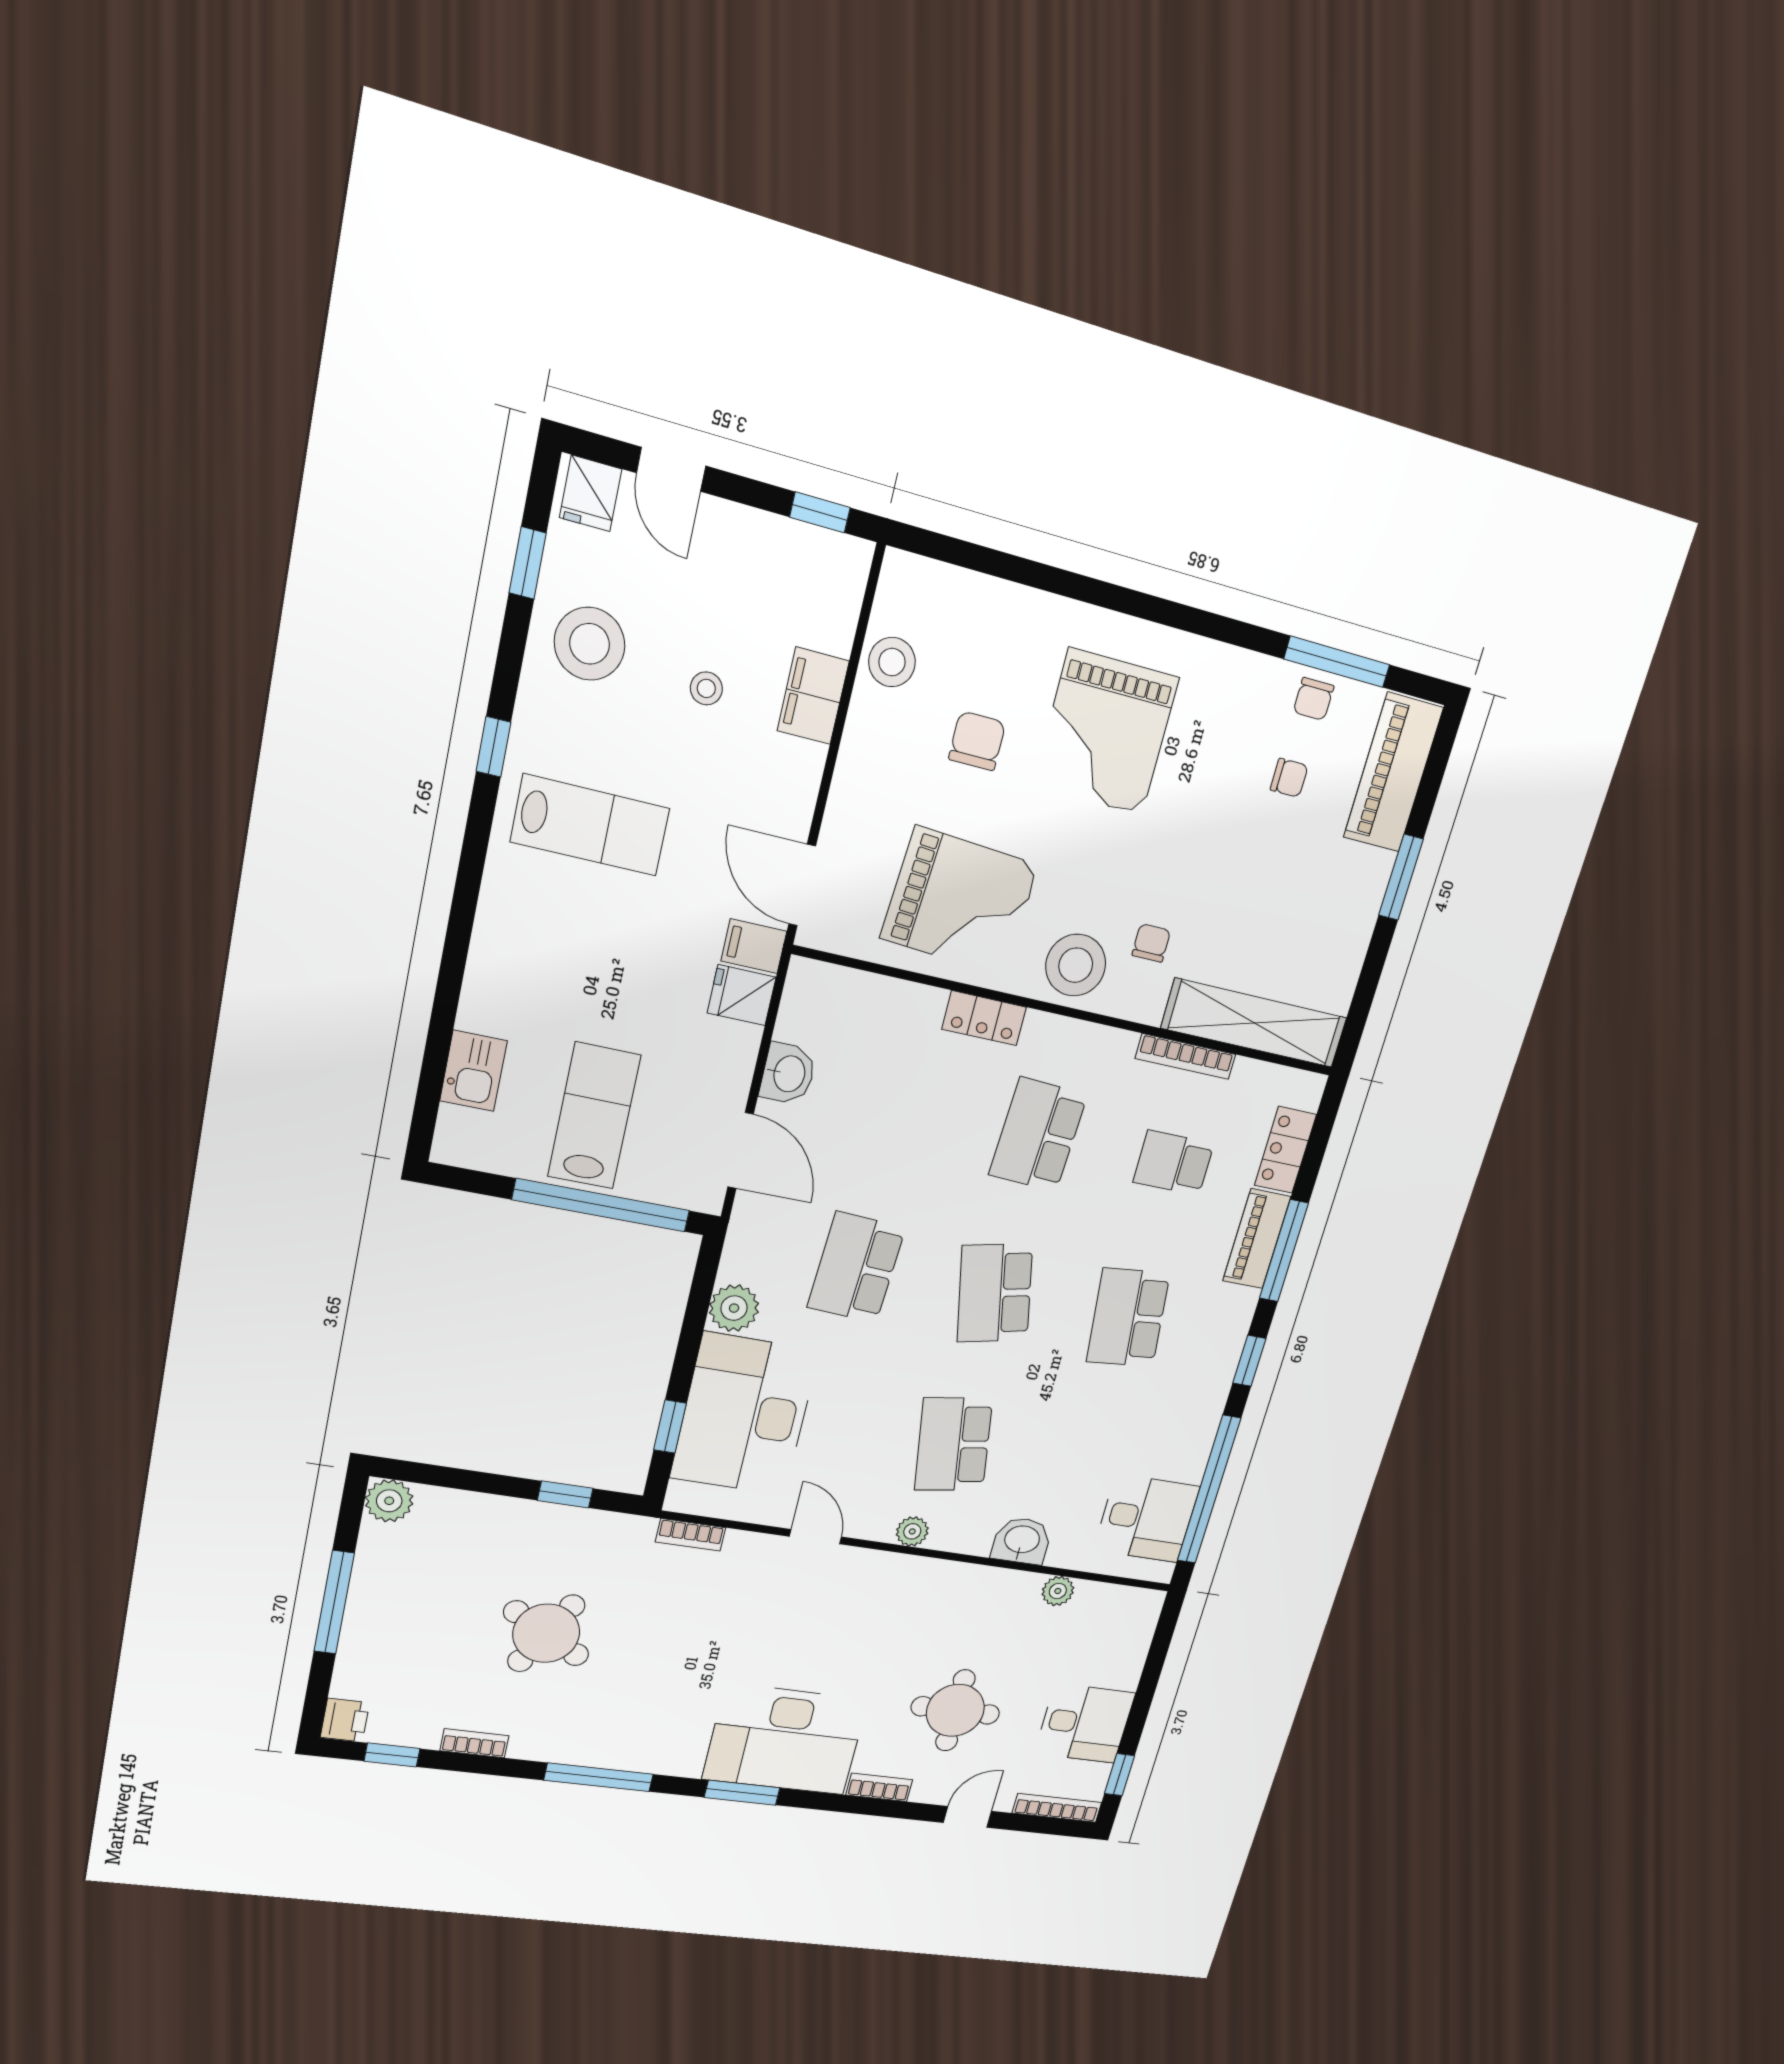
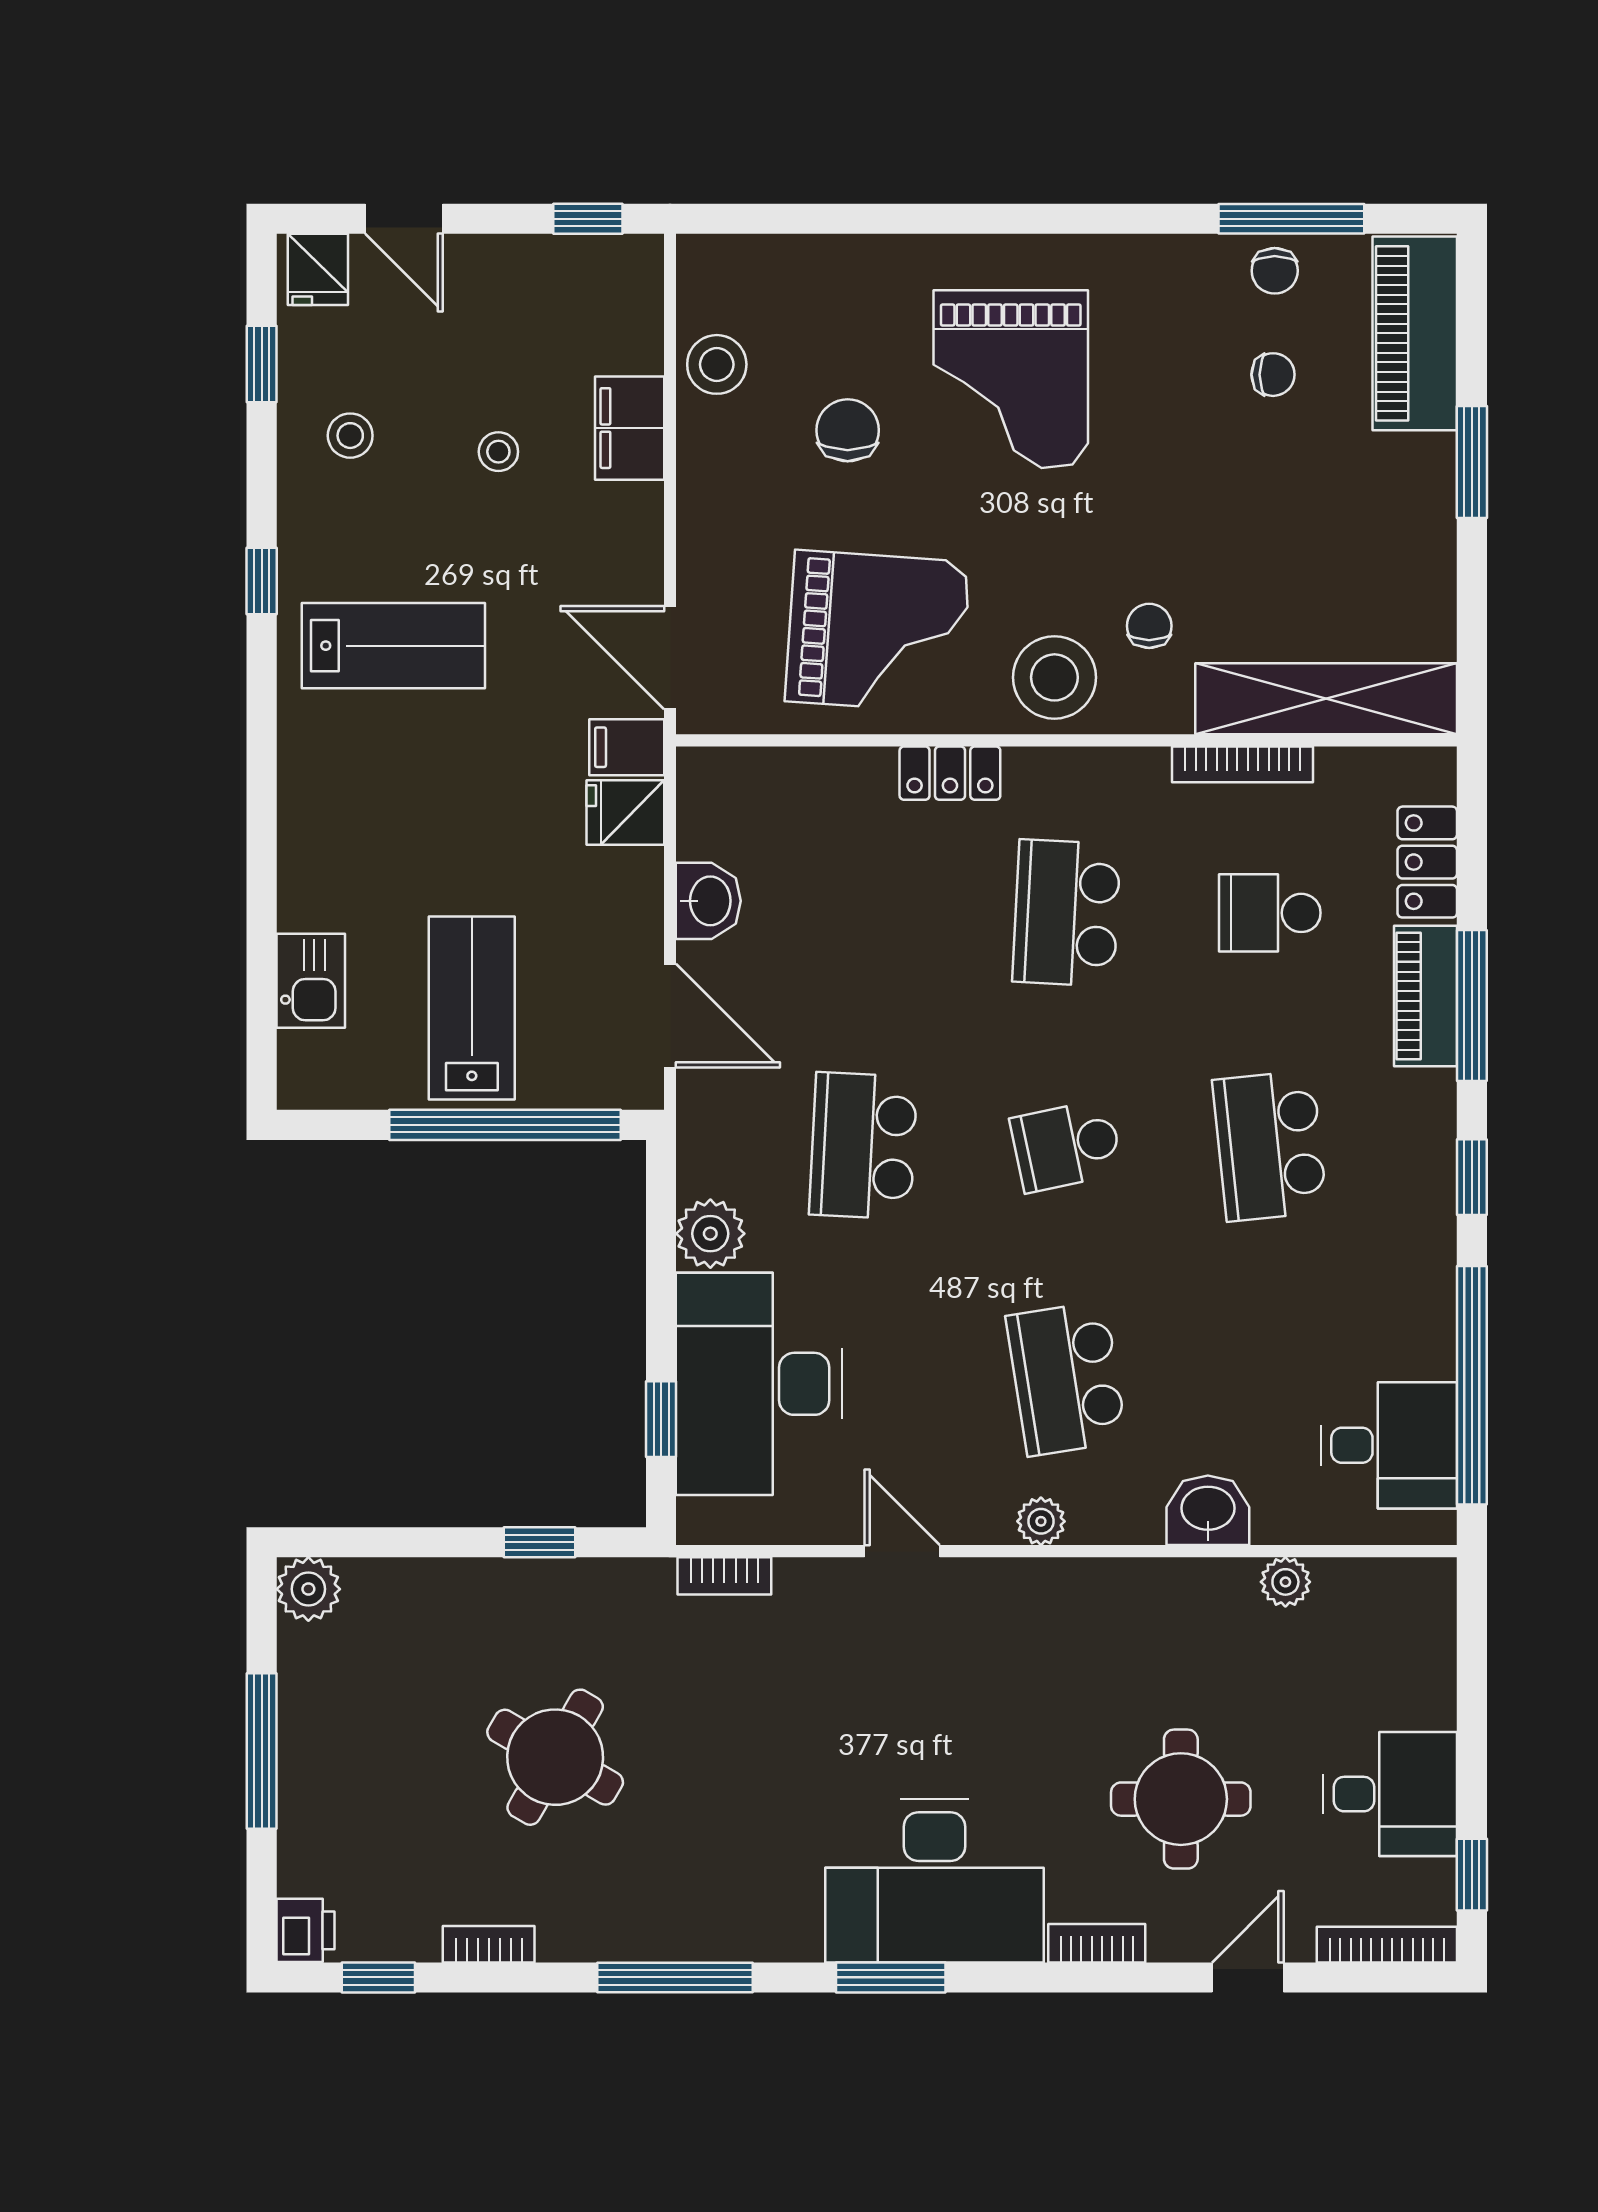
stool: (590, 644) -> (350, 436), width x0.53, depth x0.53
school desk: (995, 1293) -> (1066, 1146), width x0.54

